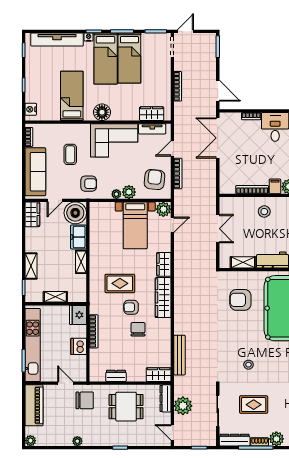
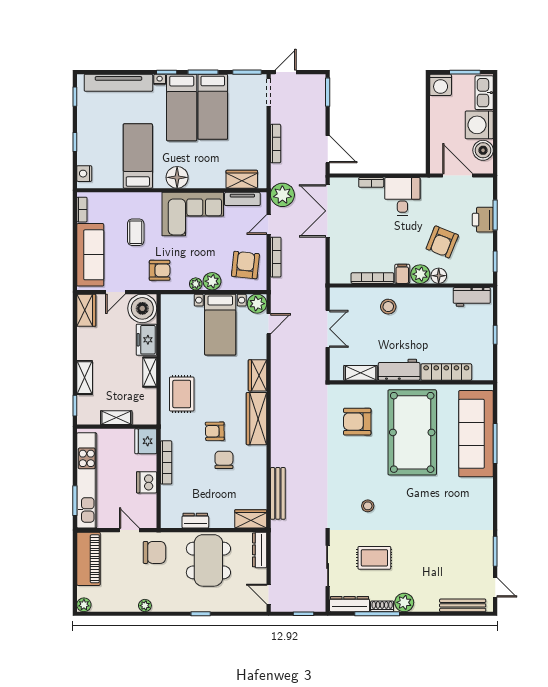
rug: (120, 283) -> (182, 394), moved, turned 90
plant: (183, 406) -> (282, 195), moved
dining table: (126, 407) -> (208, 560), width x1.38

